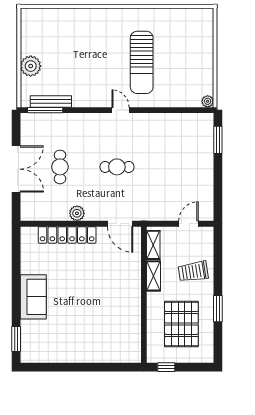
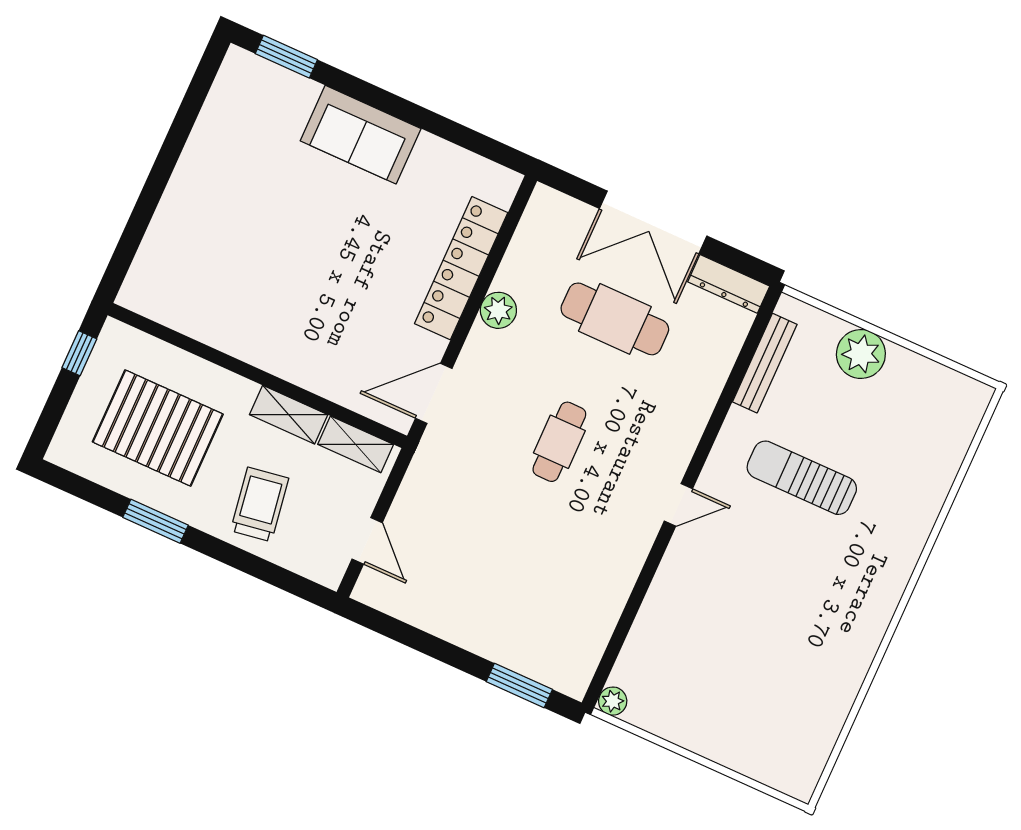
sun lounger: (142, 62) -> (802, 478), moved, width x0.73, depth x0.75
window: (45, 110) -> (752, 342), removed
dresser: (27, 129) -> (729, 284), added
cafe table: (60, 167) -> (615, 319), width x1.37, depth x1.35

